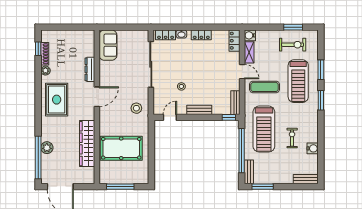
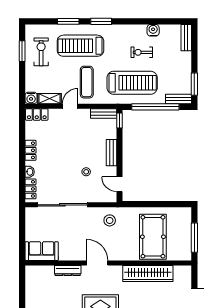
treadmill: (298, 81) -> (80, 46), turned 180

